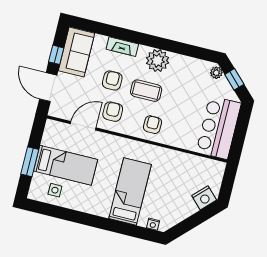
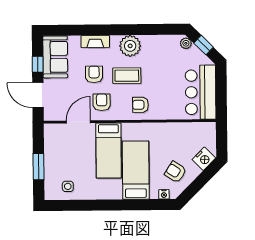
armchair: (153, 125) -> (140, 105), turned -90
bed: (66, 165) -> (109, 151), moved, turned 90
armchair: (171, 204) -> (175, 172), added

